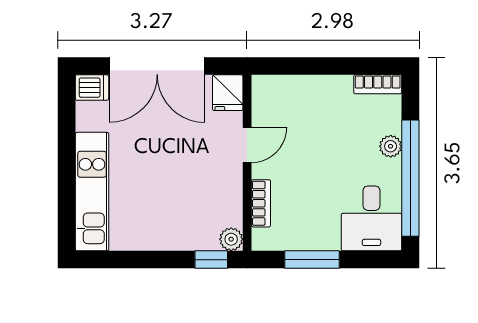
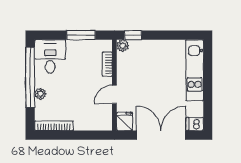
bookcase: (378, 84) -> (54, 126), width x1.56

